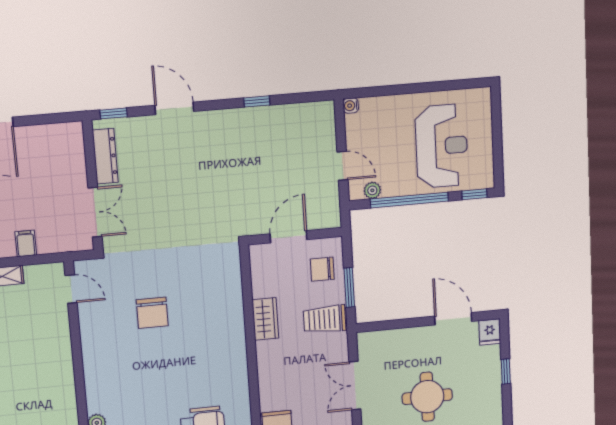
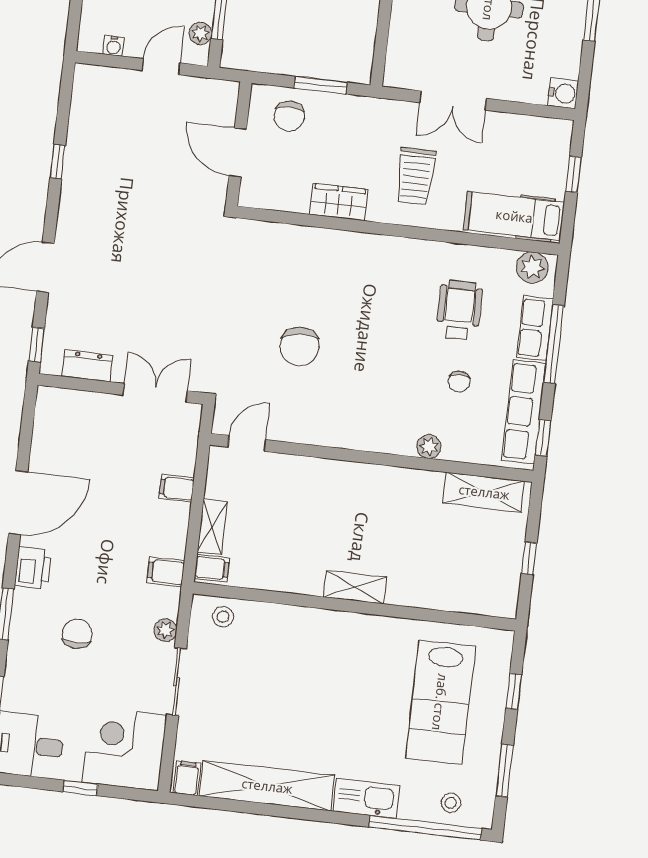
water cooler: (351, 106) -> (114, 46), moved
dresser: (105, 156) -> (87, 366), width x0.70
chair: (152, 313) -> (300, 346), turned 84
trolley: (325, 319) -> (416, 176), moved

